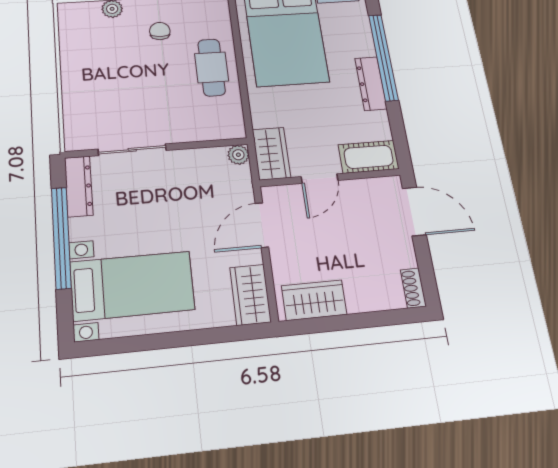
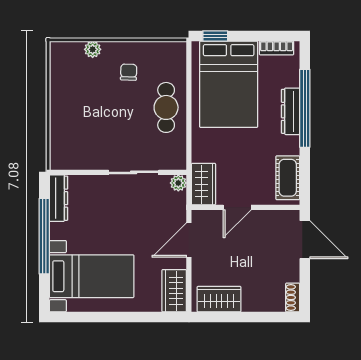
dresser: (371, 84) -> (291, 111), moved
sliding door: (132, 150) -> (134, 172), moved
cot: (369, 157) -> (288, 178), moved, turned 90

